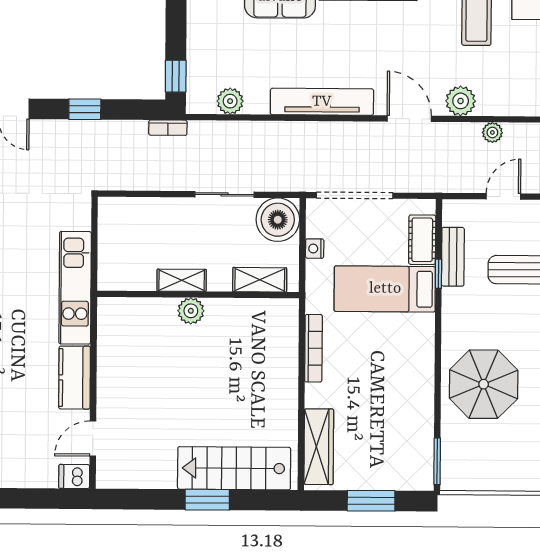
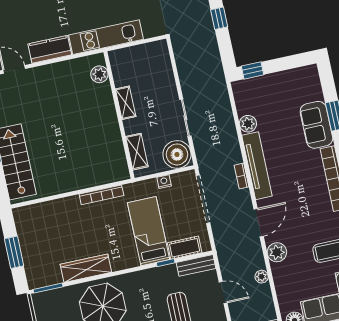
plant: (230, 101) -> (248, 124), moved
bookcase: (168, 128) -> (241, 176), moved
bench: (453, 257) -> (196, 265), moved
plant: (191, 311) -> (99, 74), moved
wardrobe: (319, 447) -> (86, 268), moved, turned 180

